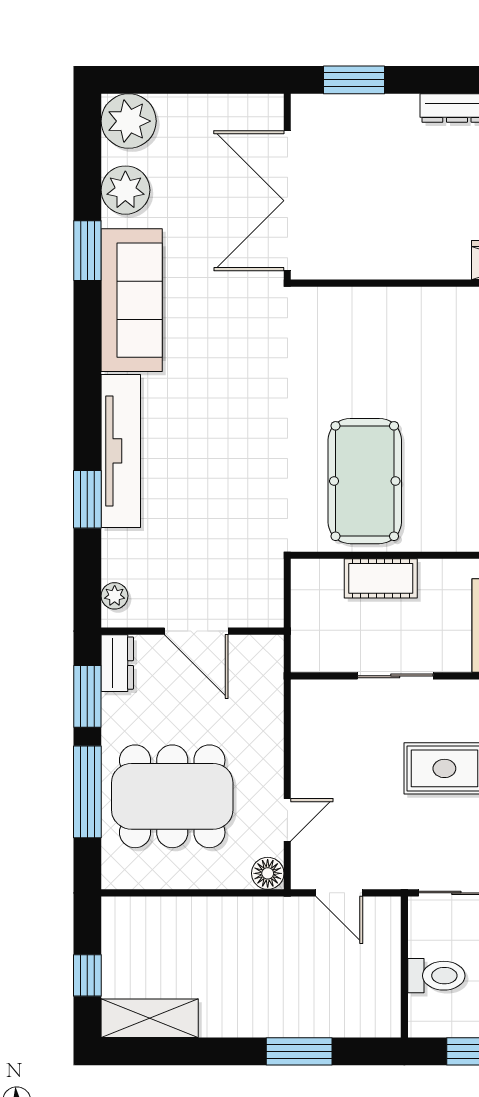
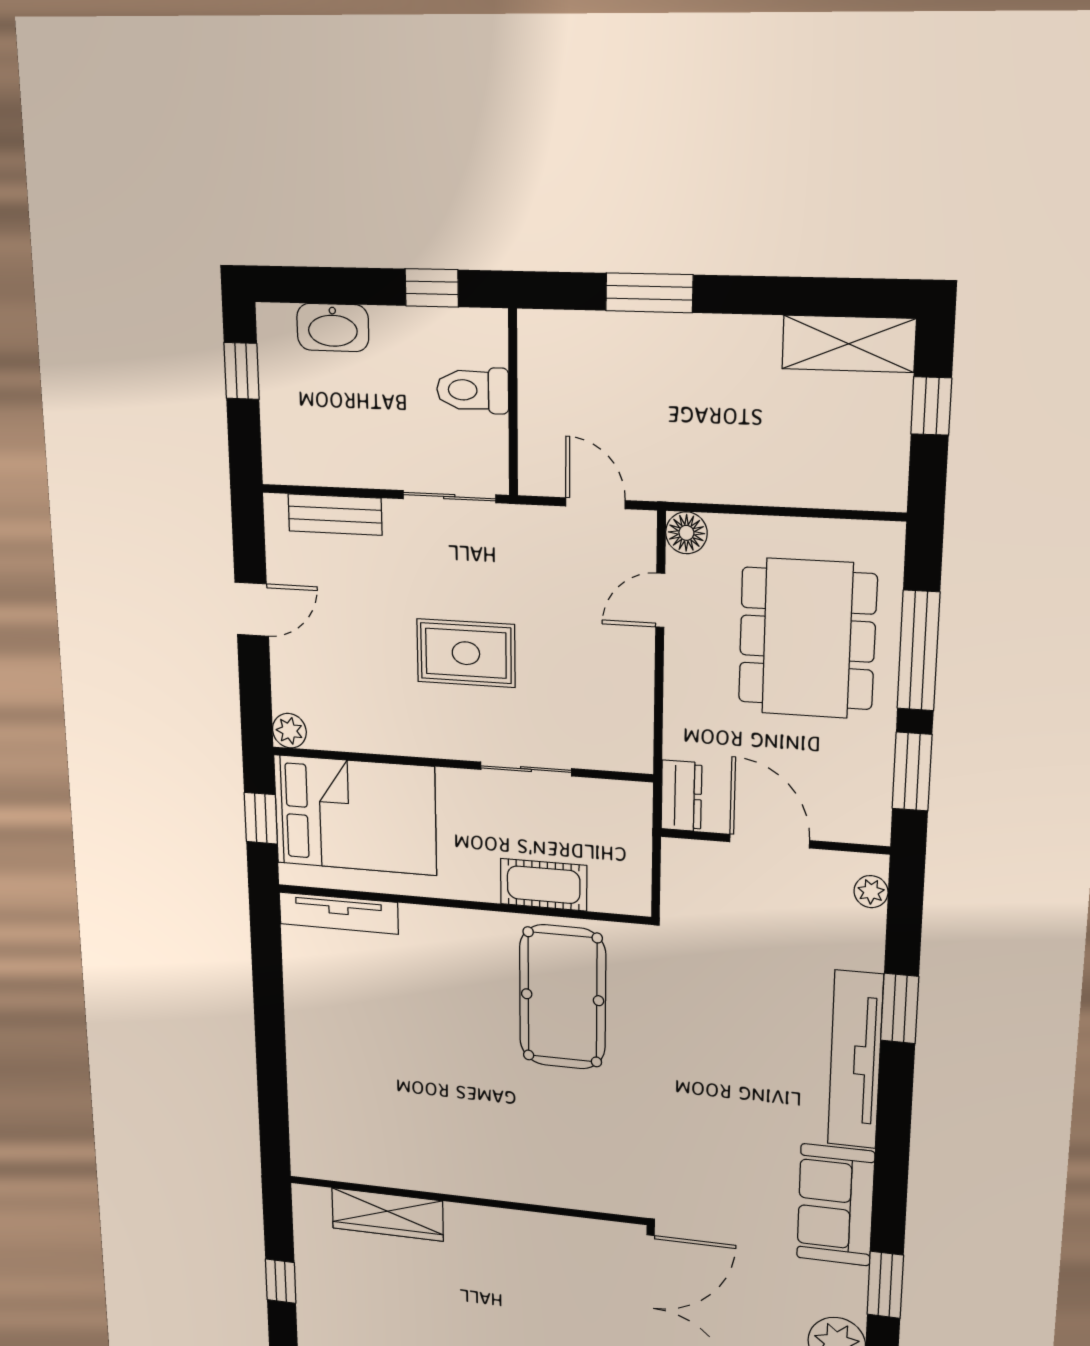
sofa: (132, 300) -> (835, 1205), width x0.73
dresser: (117, 663) -> (681, 796), moved, turned 180
dining table: (172, 796) -> (807, 639), turned 90

